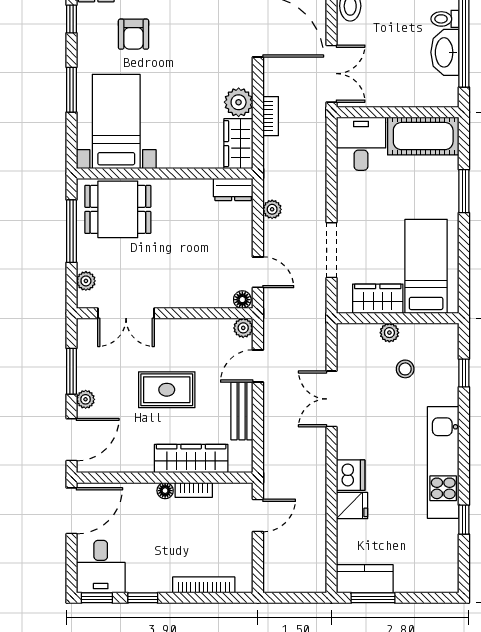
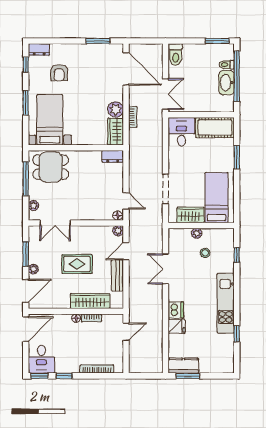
plant: (272, 209) -> (134, 167), removed

